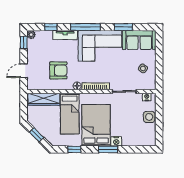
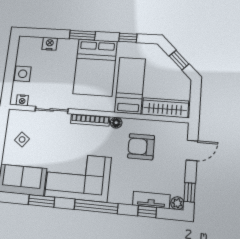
tv unit: (65, 35) -> (151, 200), moved
nightstand: (116, 141) -> (50, 44), moved

